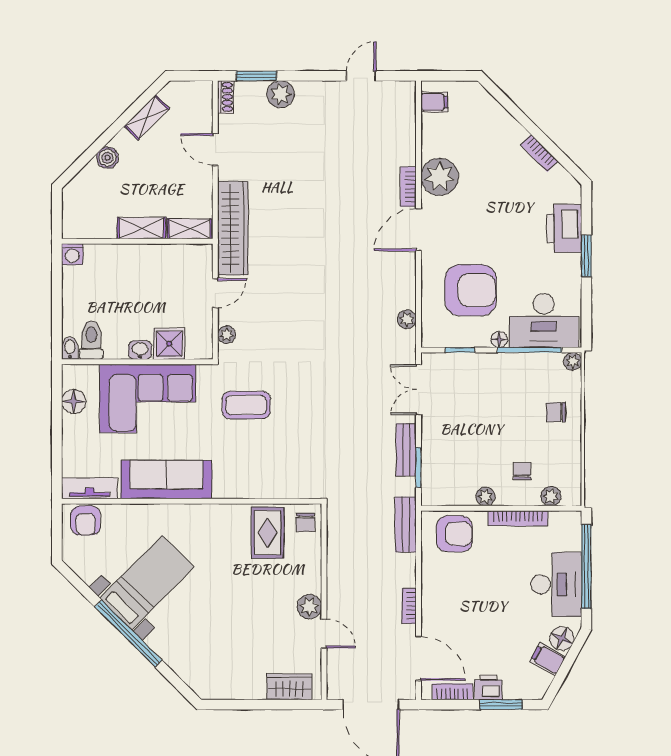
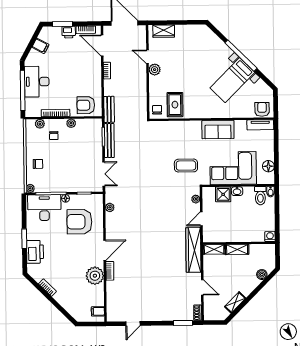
plant: (281, 94) -> (171, 314), removed
boiler: (107, 158) -> (262, 275), moved
bench: (406, 450) -> (109, 141), width x1.36
sofa: (166, 480) -> (218, 130), width x0.73
floor lamp: (562, 639) -> (34, 56), removed

